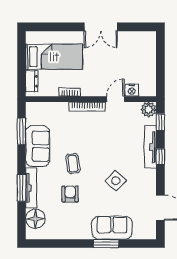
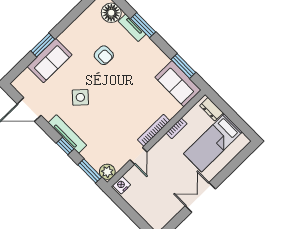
nightstand: (132, 90) -> (122, 185), moved
window: (160, 122) -> (90, 171), width x1.50
sofa: (38, 146) -> (178, 84), moved
tv unit: (150, 147) -> (67, 134), moved
coffee table: (73, 164) -> (123, 79), removed
tv unit: (31, 188) -> (132, 28), width x0.71

